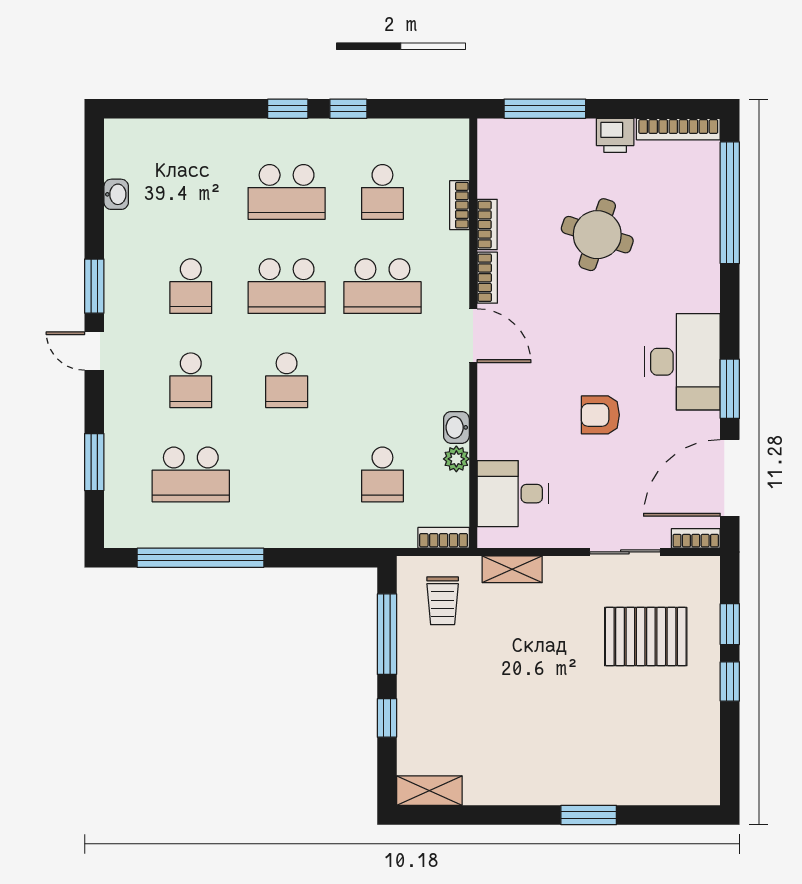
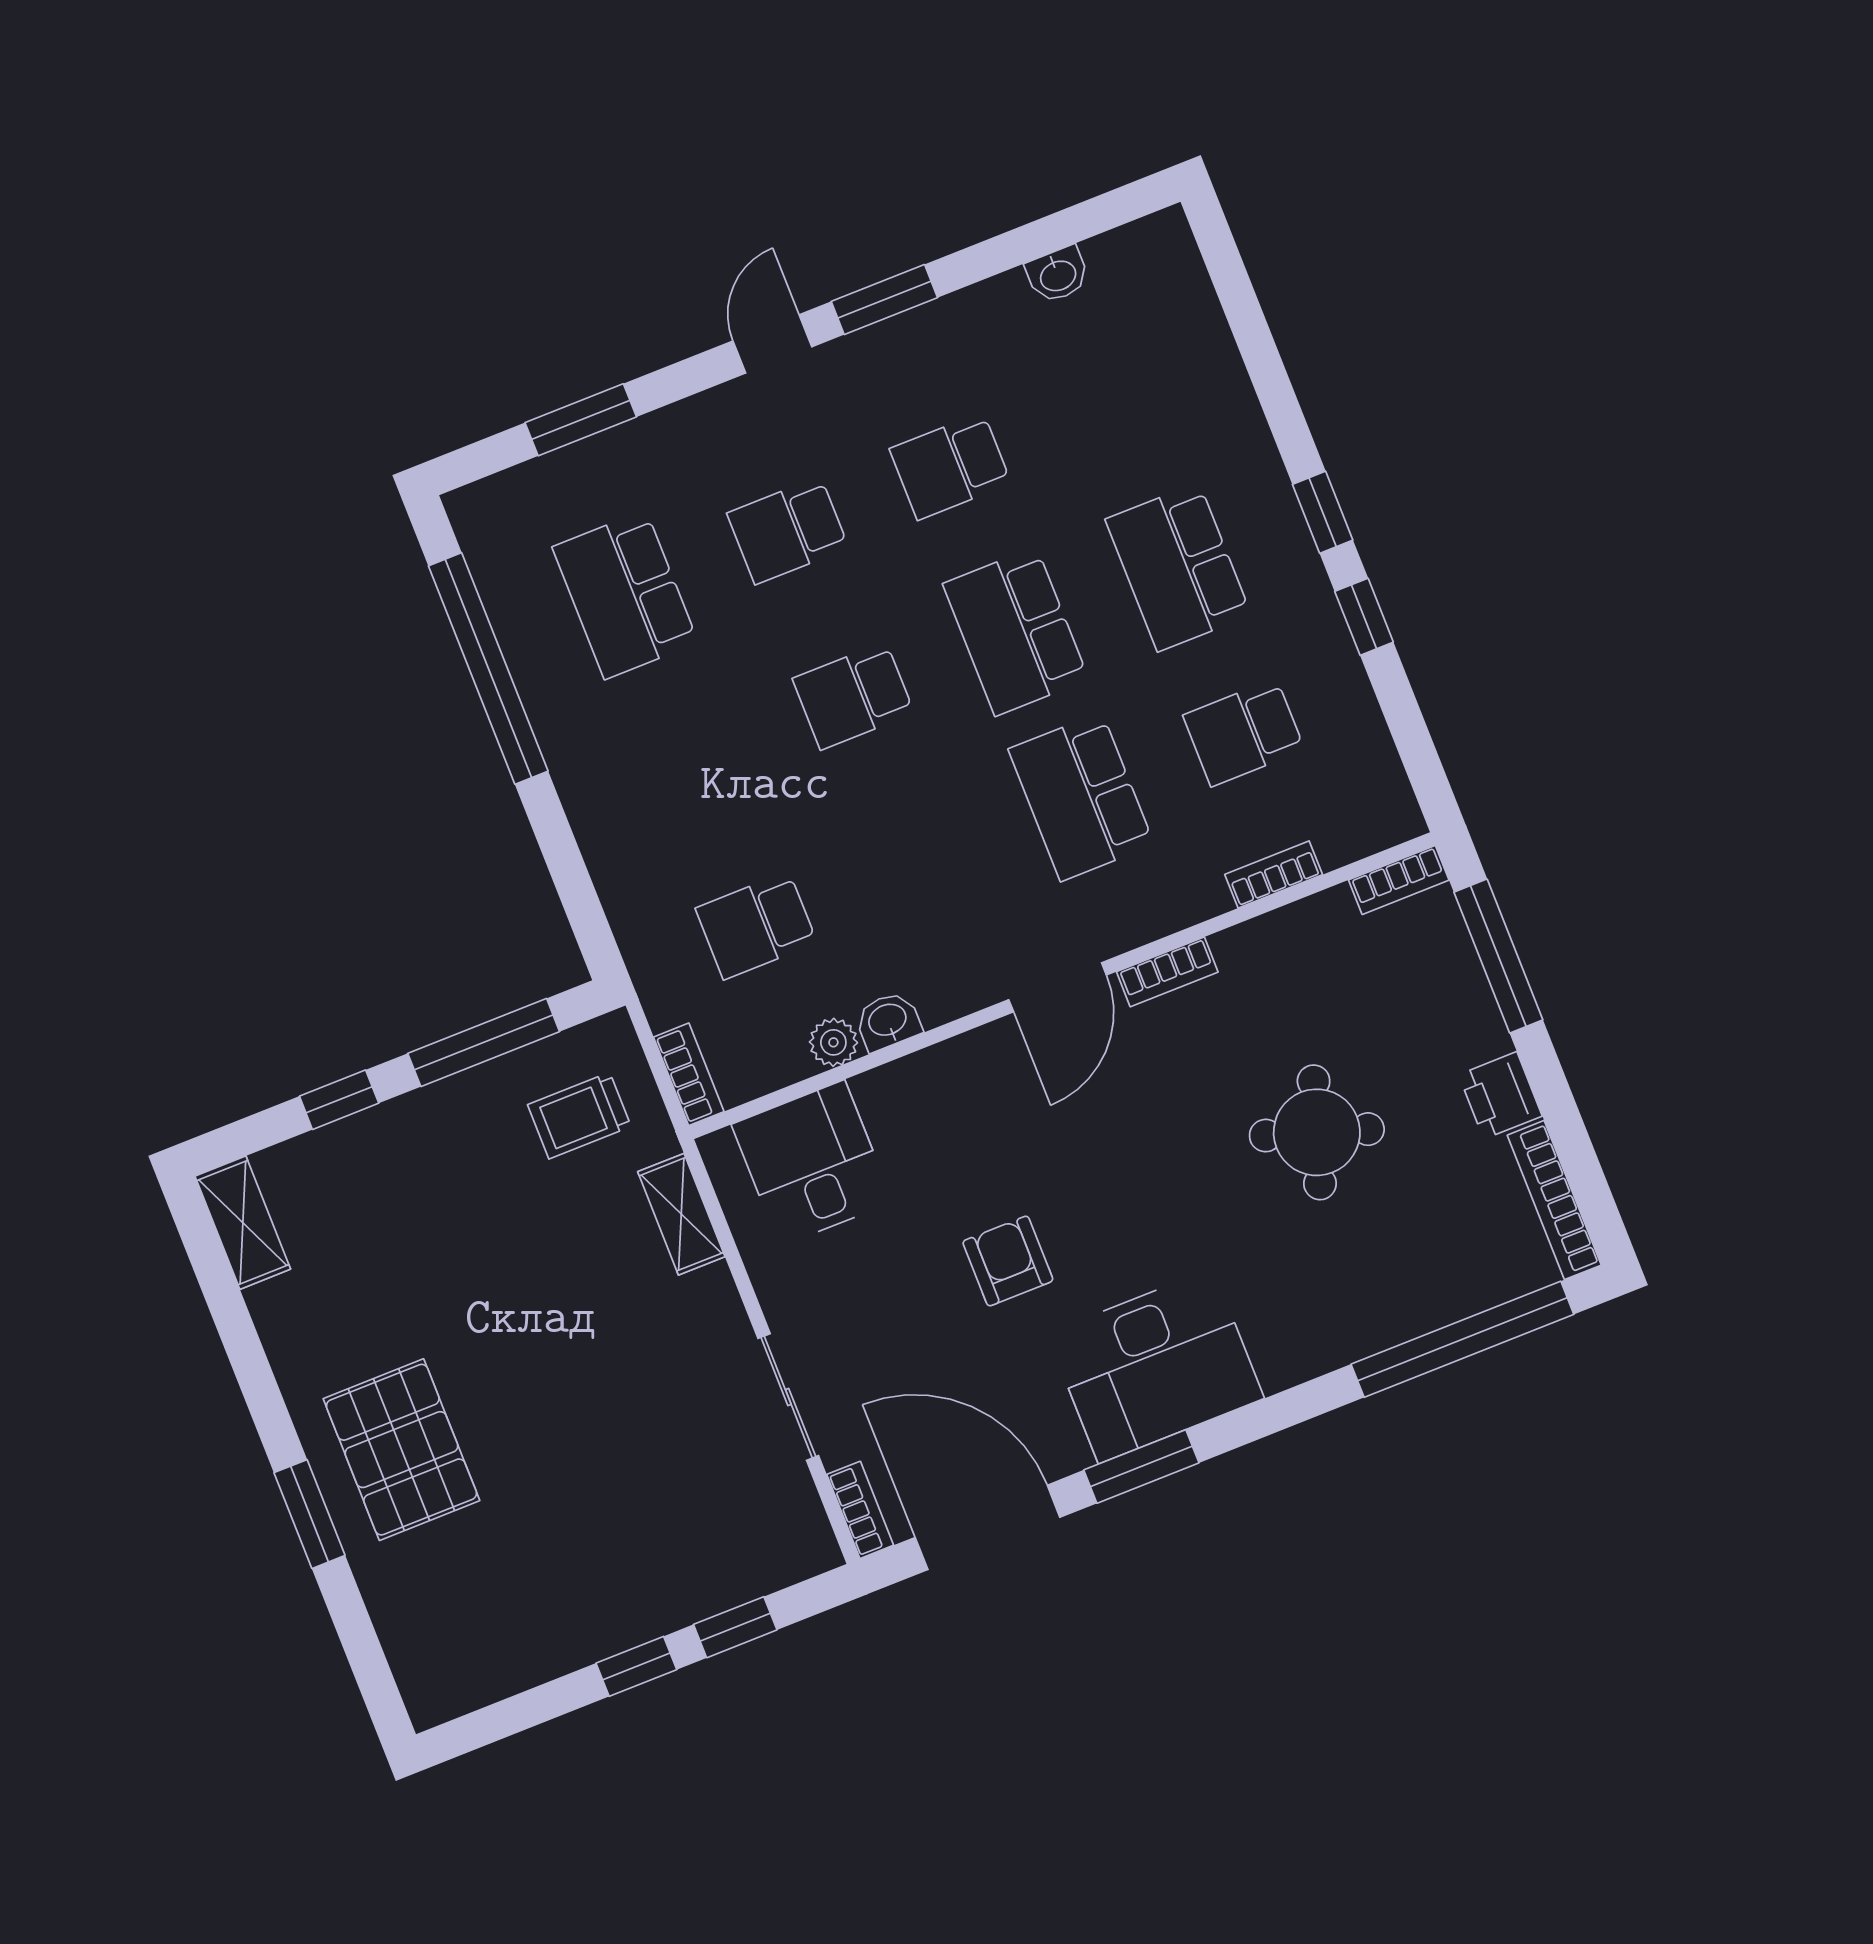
bookcase: (487, 224) -> (1399, 880), moved
pallet: (646, 637) -> (401, 1450), moved

